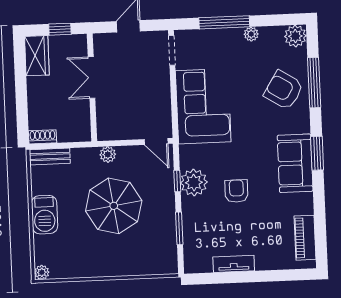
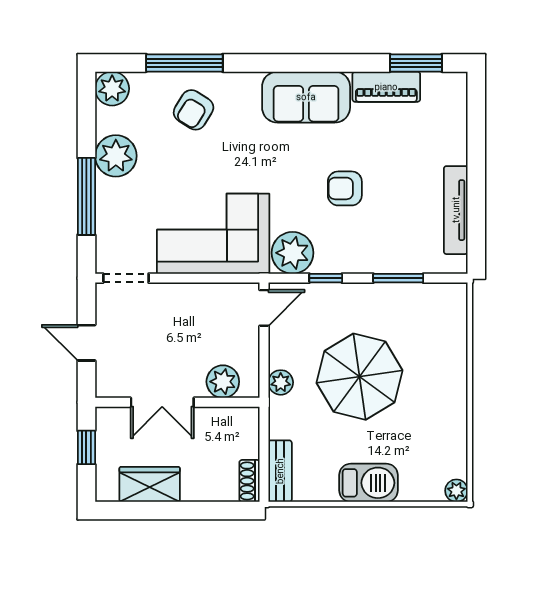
plant: (251, 34) -> (116, 156), width x1.88, depth x1.88
wardrobe: (37, 56) -> (150, 484), moved
armchair: (284, 90) -> (194, 110), width x0.72, depth x0.72
plant: (107, 117) -> (223, 382), added
window: (317, 153) -> (416, 63), moved
plant: (194, 183) -> (292, 253), moved
piano: (305, 238) -> (386, 87), moved
tv unit: (234, 264) -> (456, 210), width x1.41

